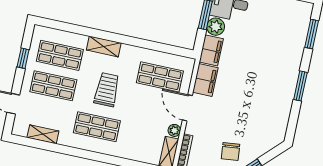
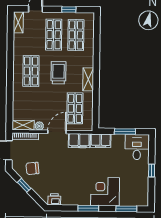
plant: (216, 27) -> (118, 140), removed
shelving: (104, 46) -> (88, 79), moved
corner desk: (282, 58) -> (105, 192), added
trolley: (107, 90) -> (58, 73), turned -90
printer: (279, 130) -> (54, 199), added
shelving: (43, 134) -> (18, 22), moved

